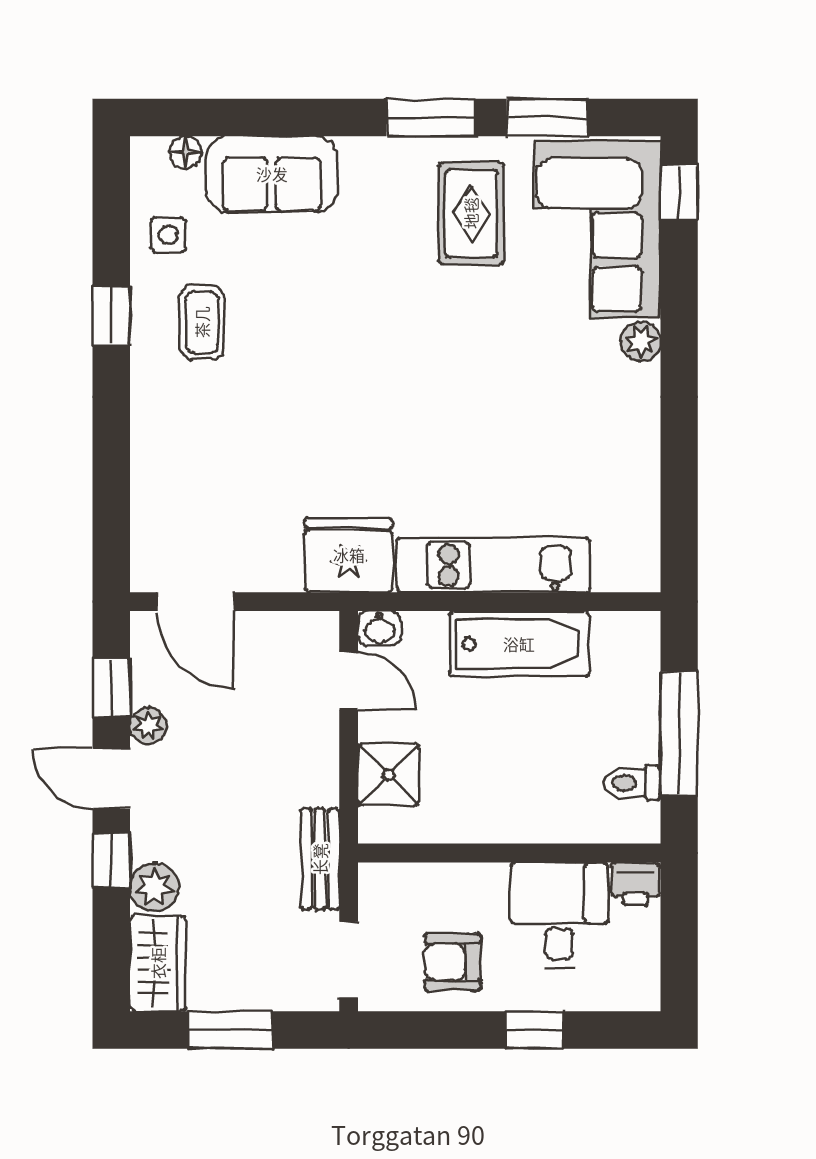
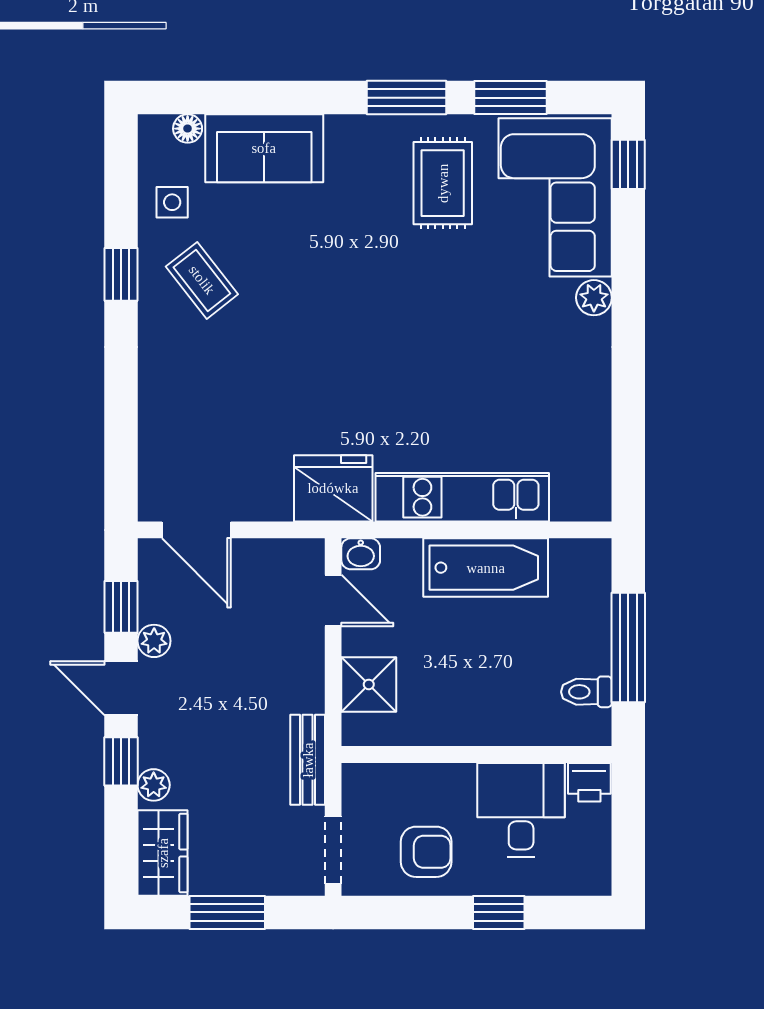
coffee table: (202, 322) -> (202, 280), turned -38
plant: (154, 887) -> (154, 785), width x0.73, depth x0.73
armchair: (453, 962) -> (426, 852), turned 180

